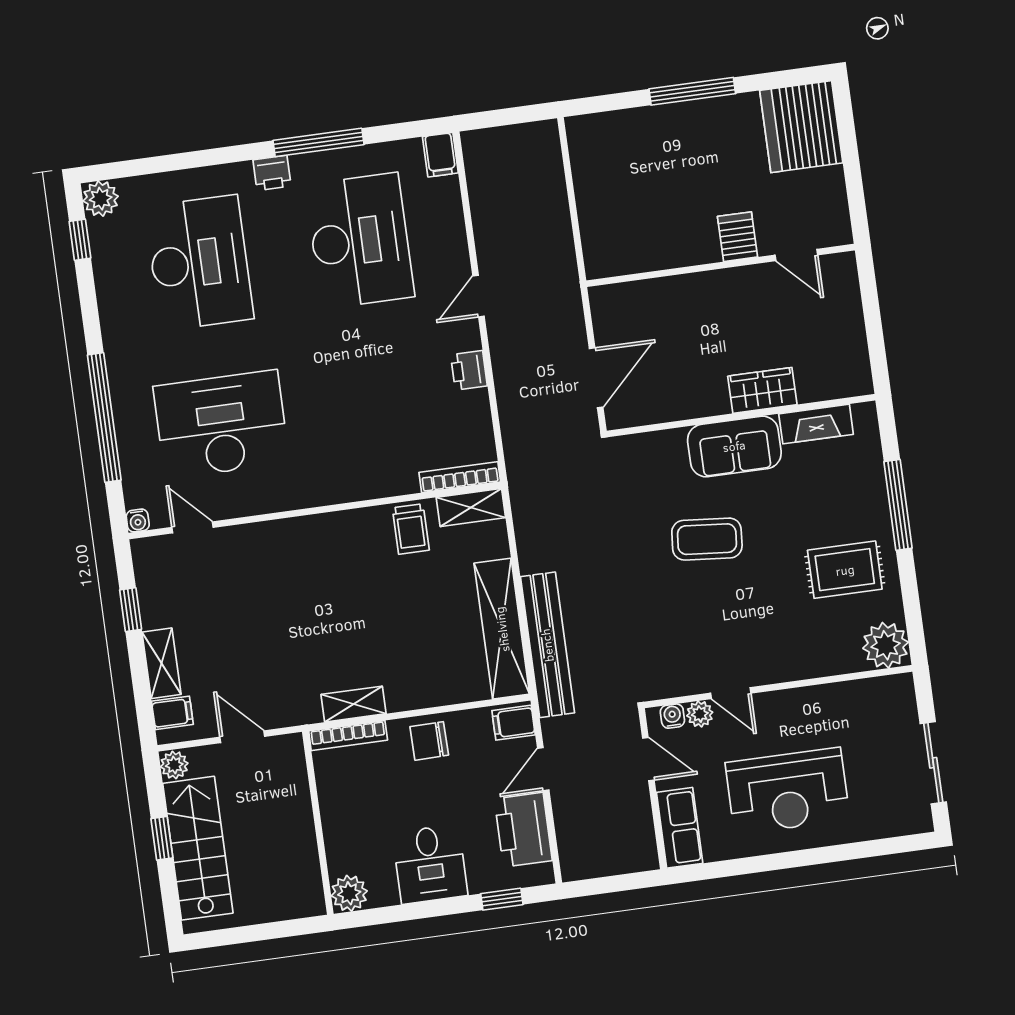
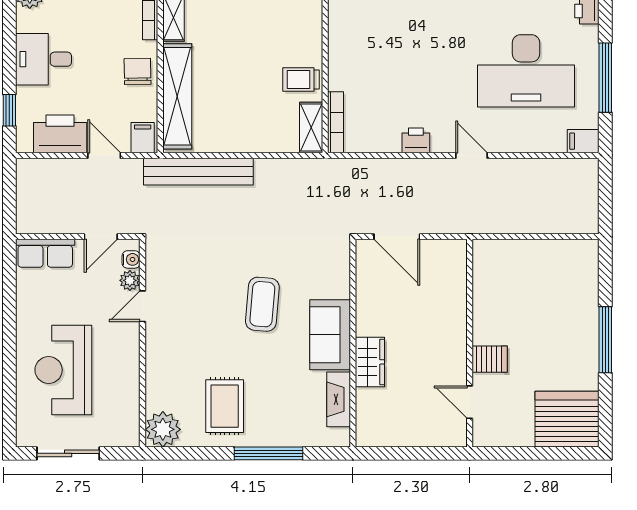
window: (319, 142) -> (605, 78), moved
door: (796, 255) -> (470, 402), hinge flipped
shelving: (502, 629) -> (177, 96), moved, turned 90
reception desk: (788, 791) -> (63, 370), moved

